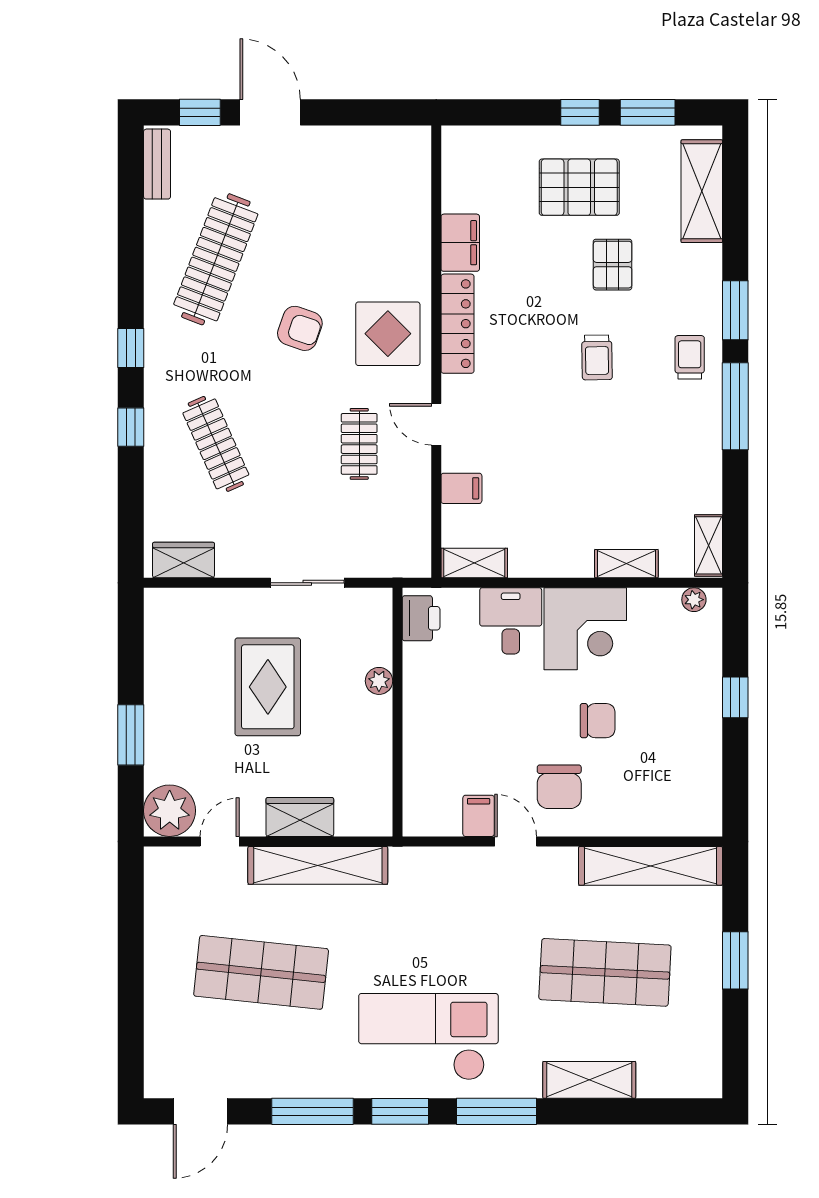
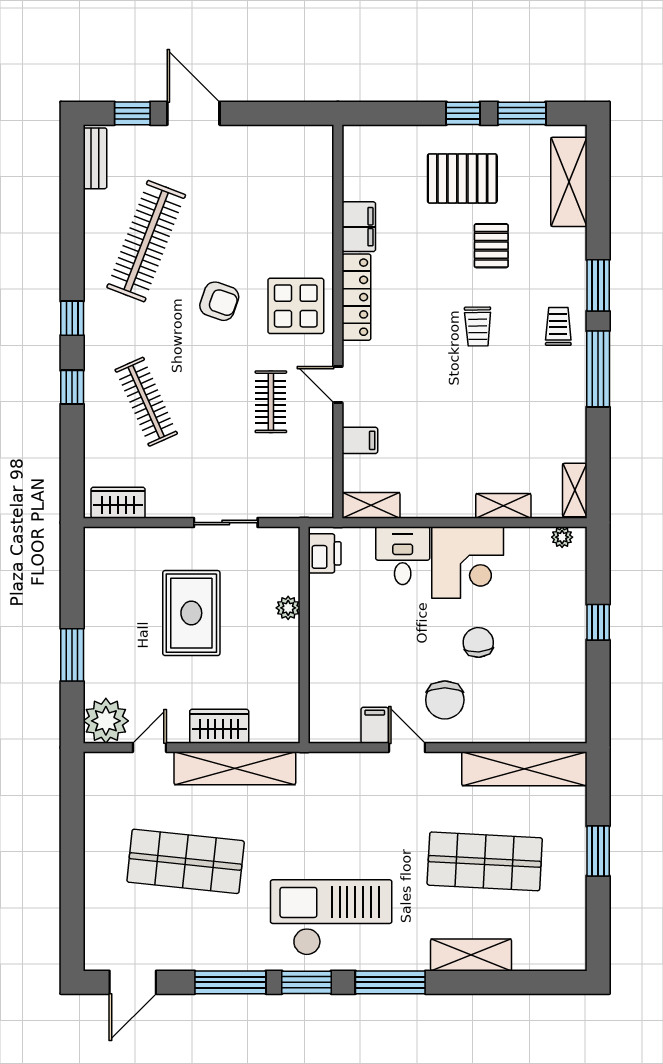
chair: (598, 721) -> (478, 642), turned -94

